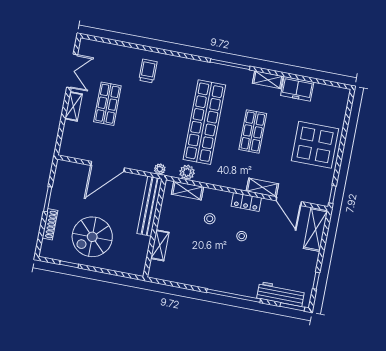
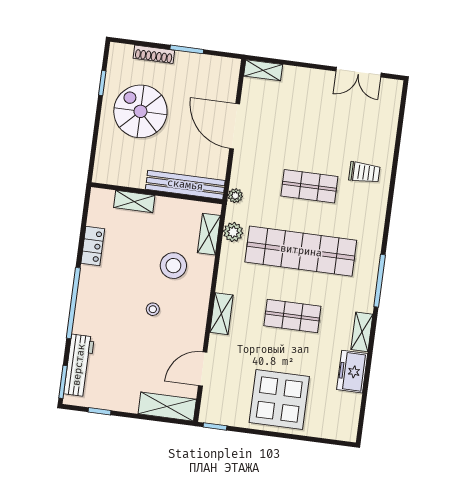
shop shelf: (107, 104) -> (309, 186), moved
shelving: (74, 106) -> (263, 70), moved
shelving: (262, 187) -> (221, 314), moved
locker: (246, 202) -> (93, 246), moved, turned 180
stool: (210, 219) -> (173, 266), width x1.89, depth x1.89

